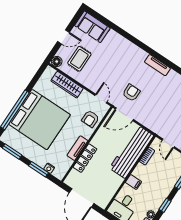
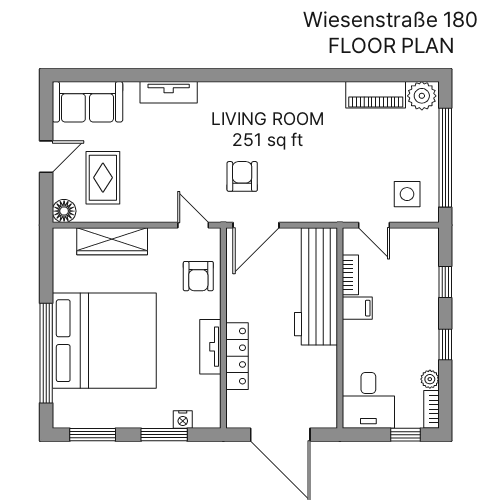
tv unit: (157, 65) -> (169, 92), moved
filing cabinet: (133, 182) -> (357, 308), moved

